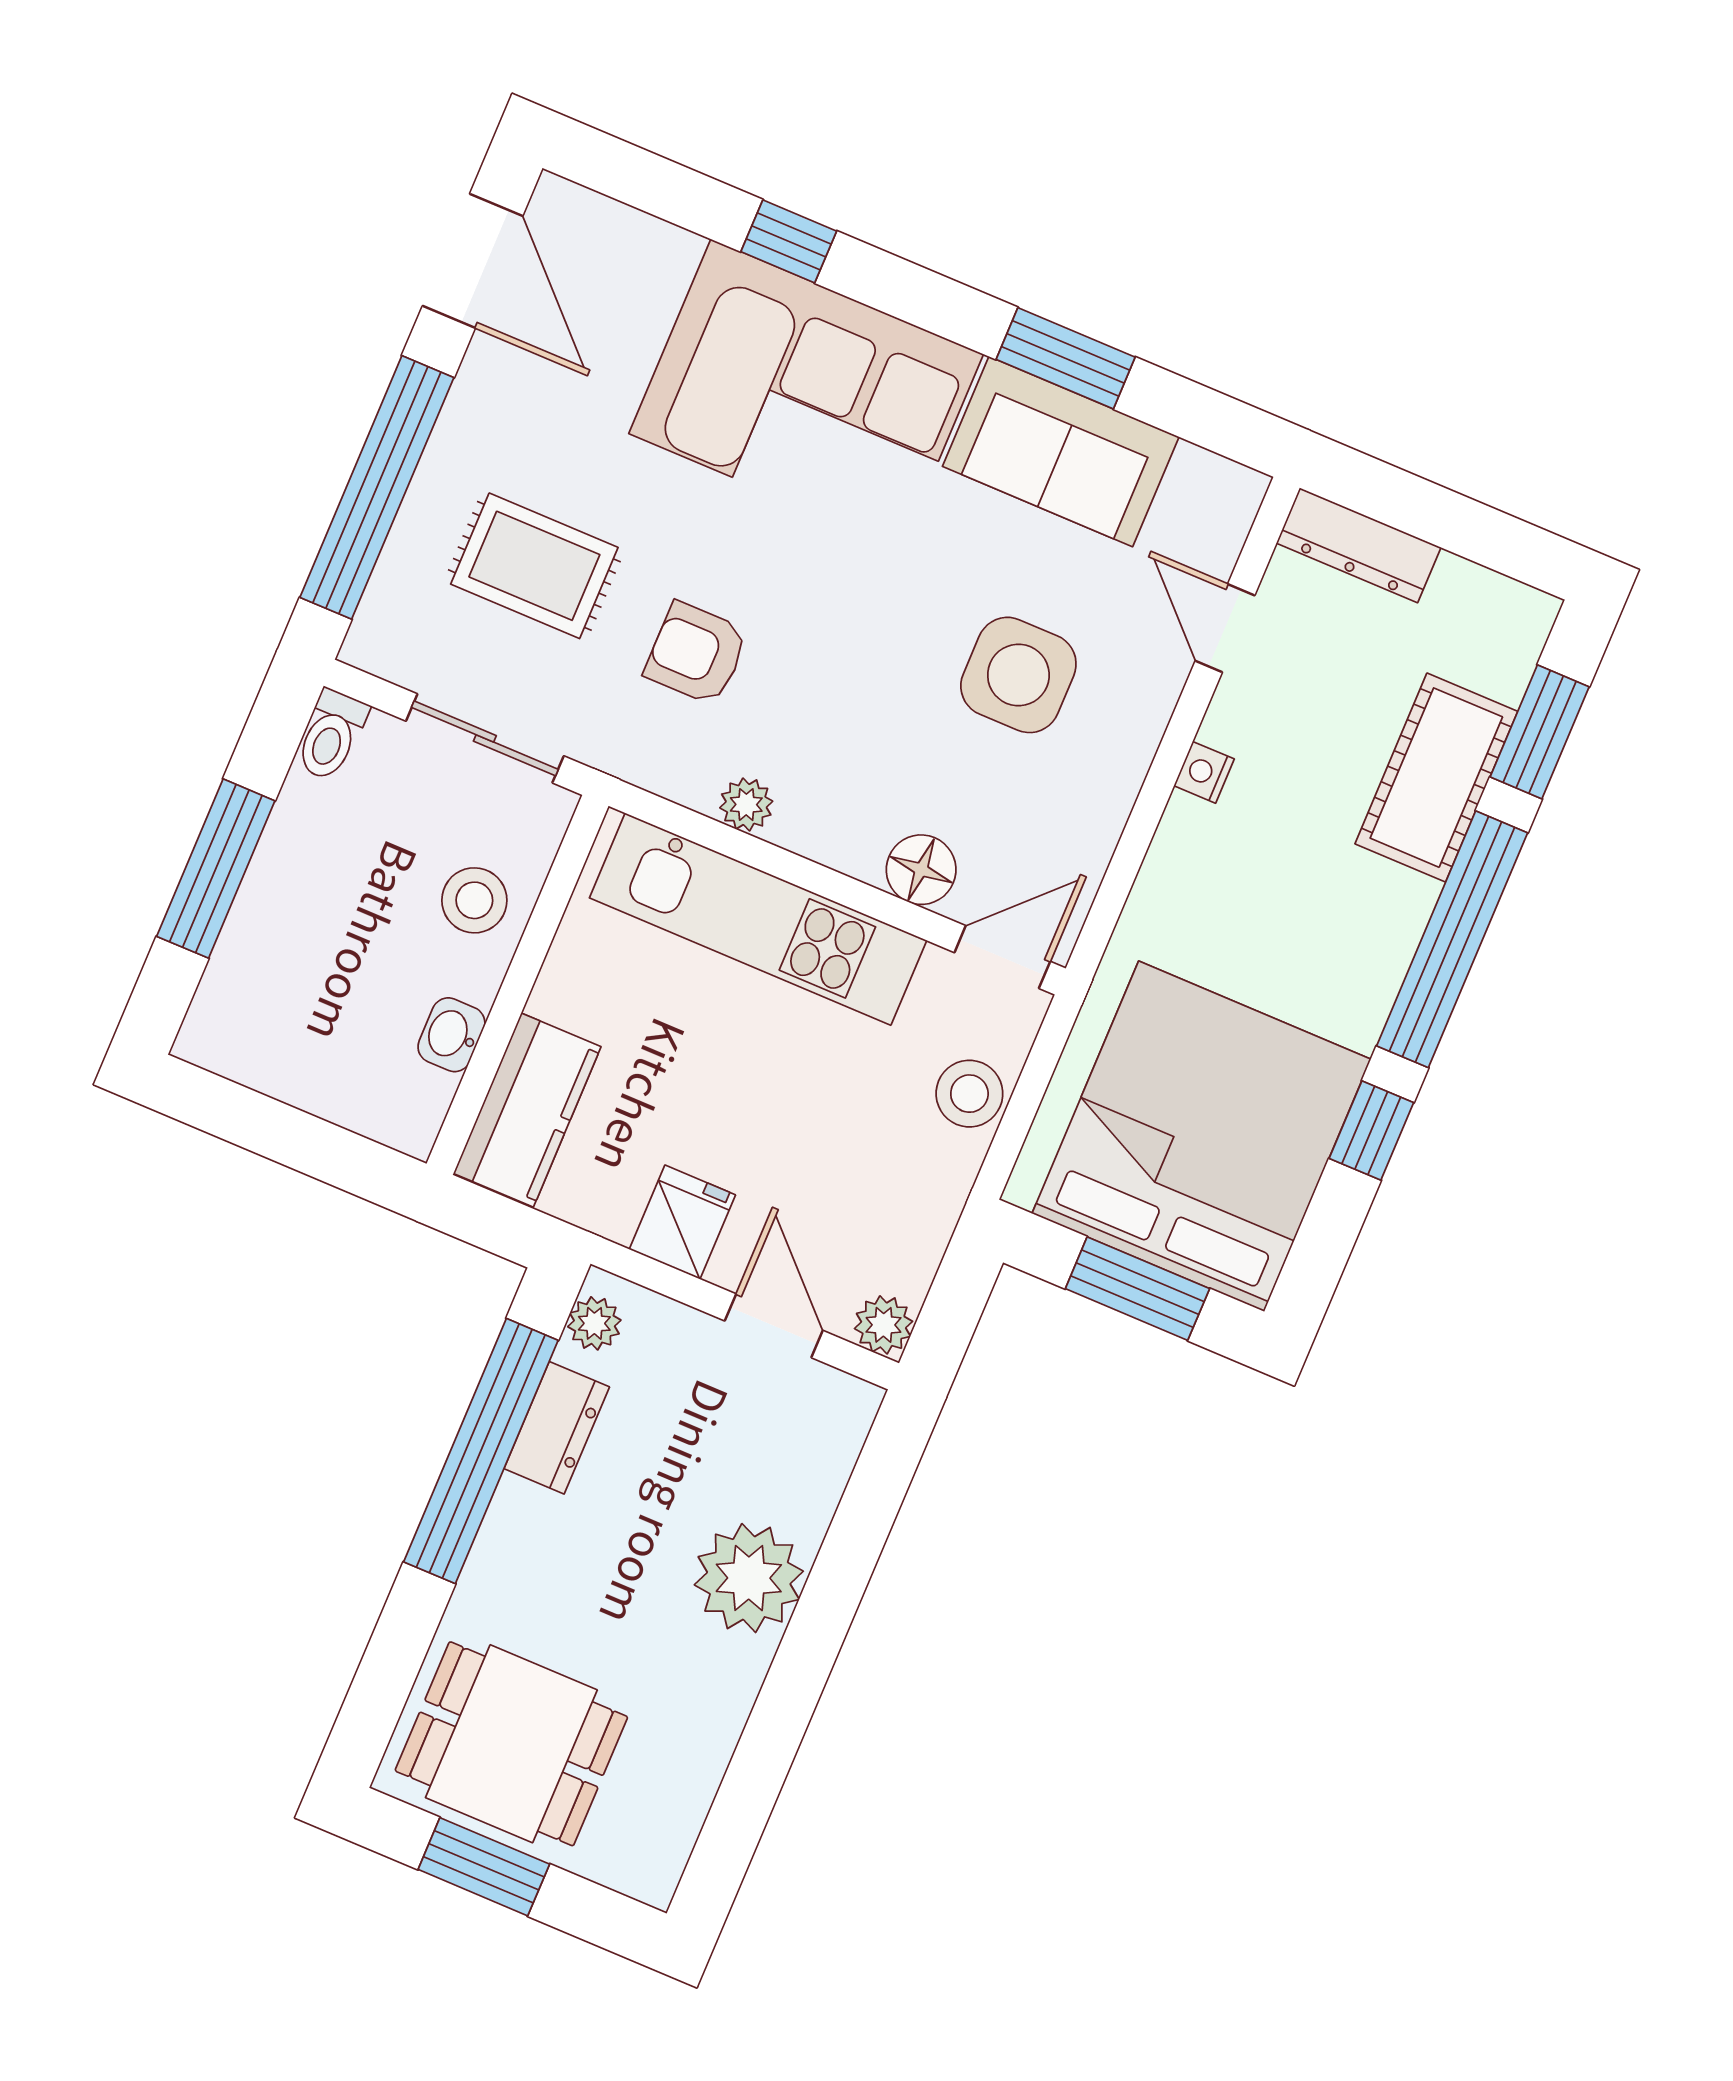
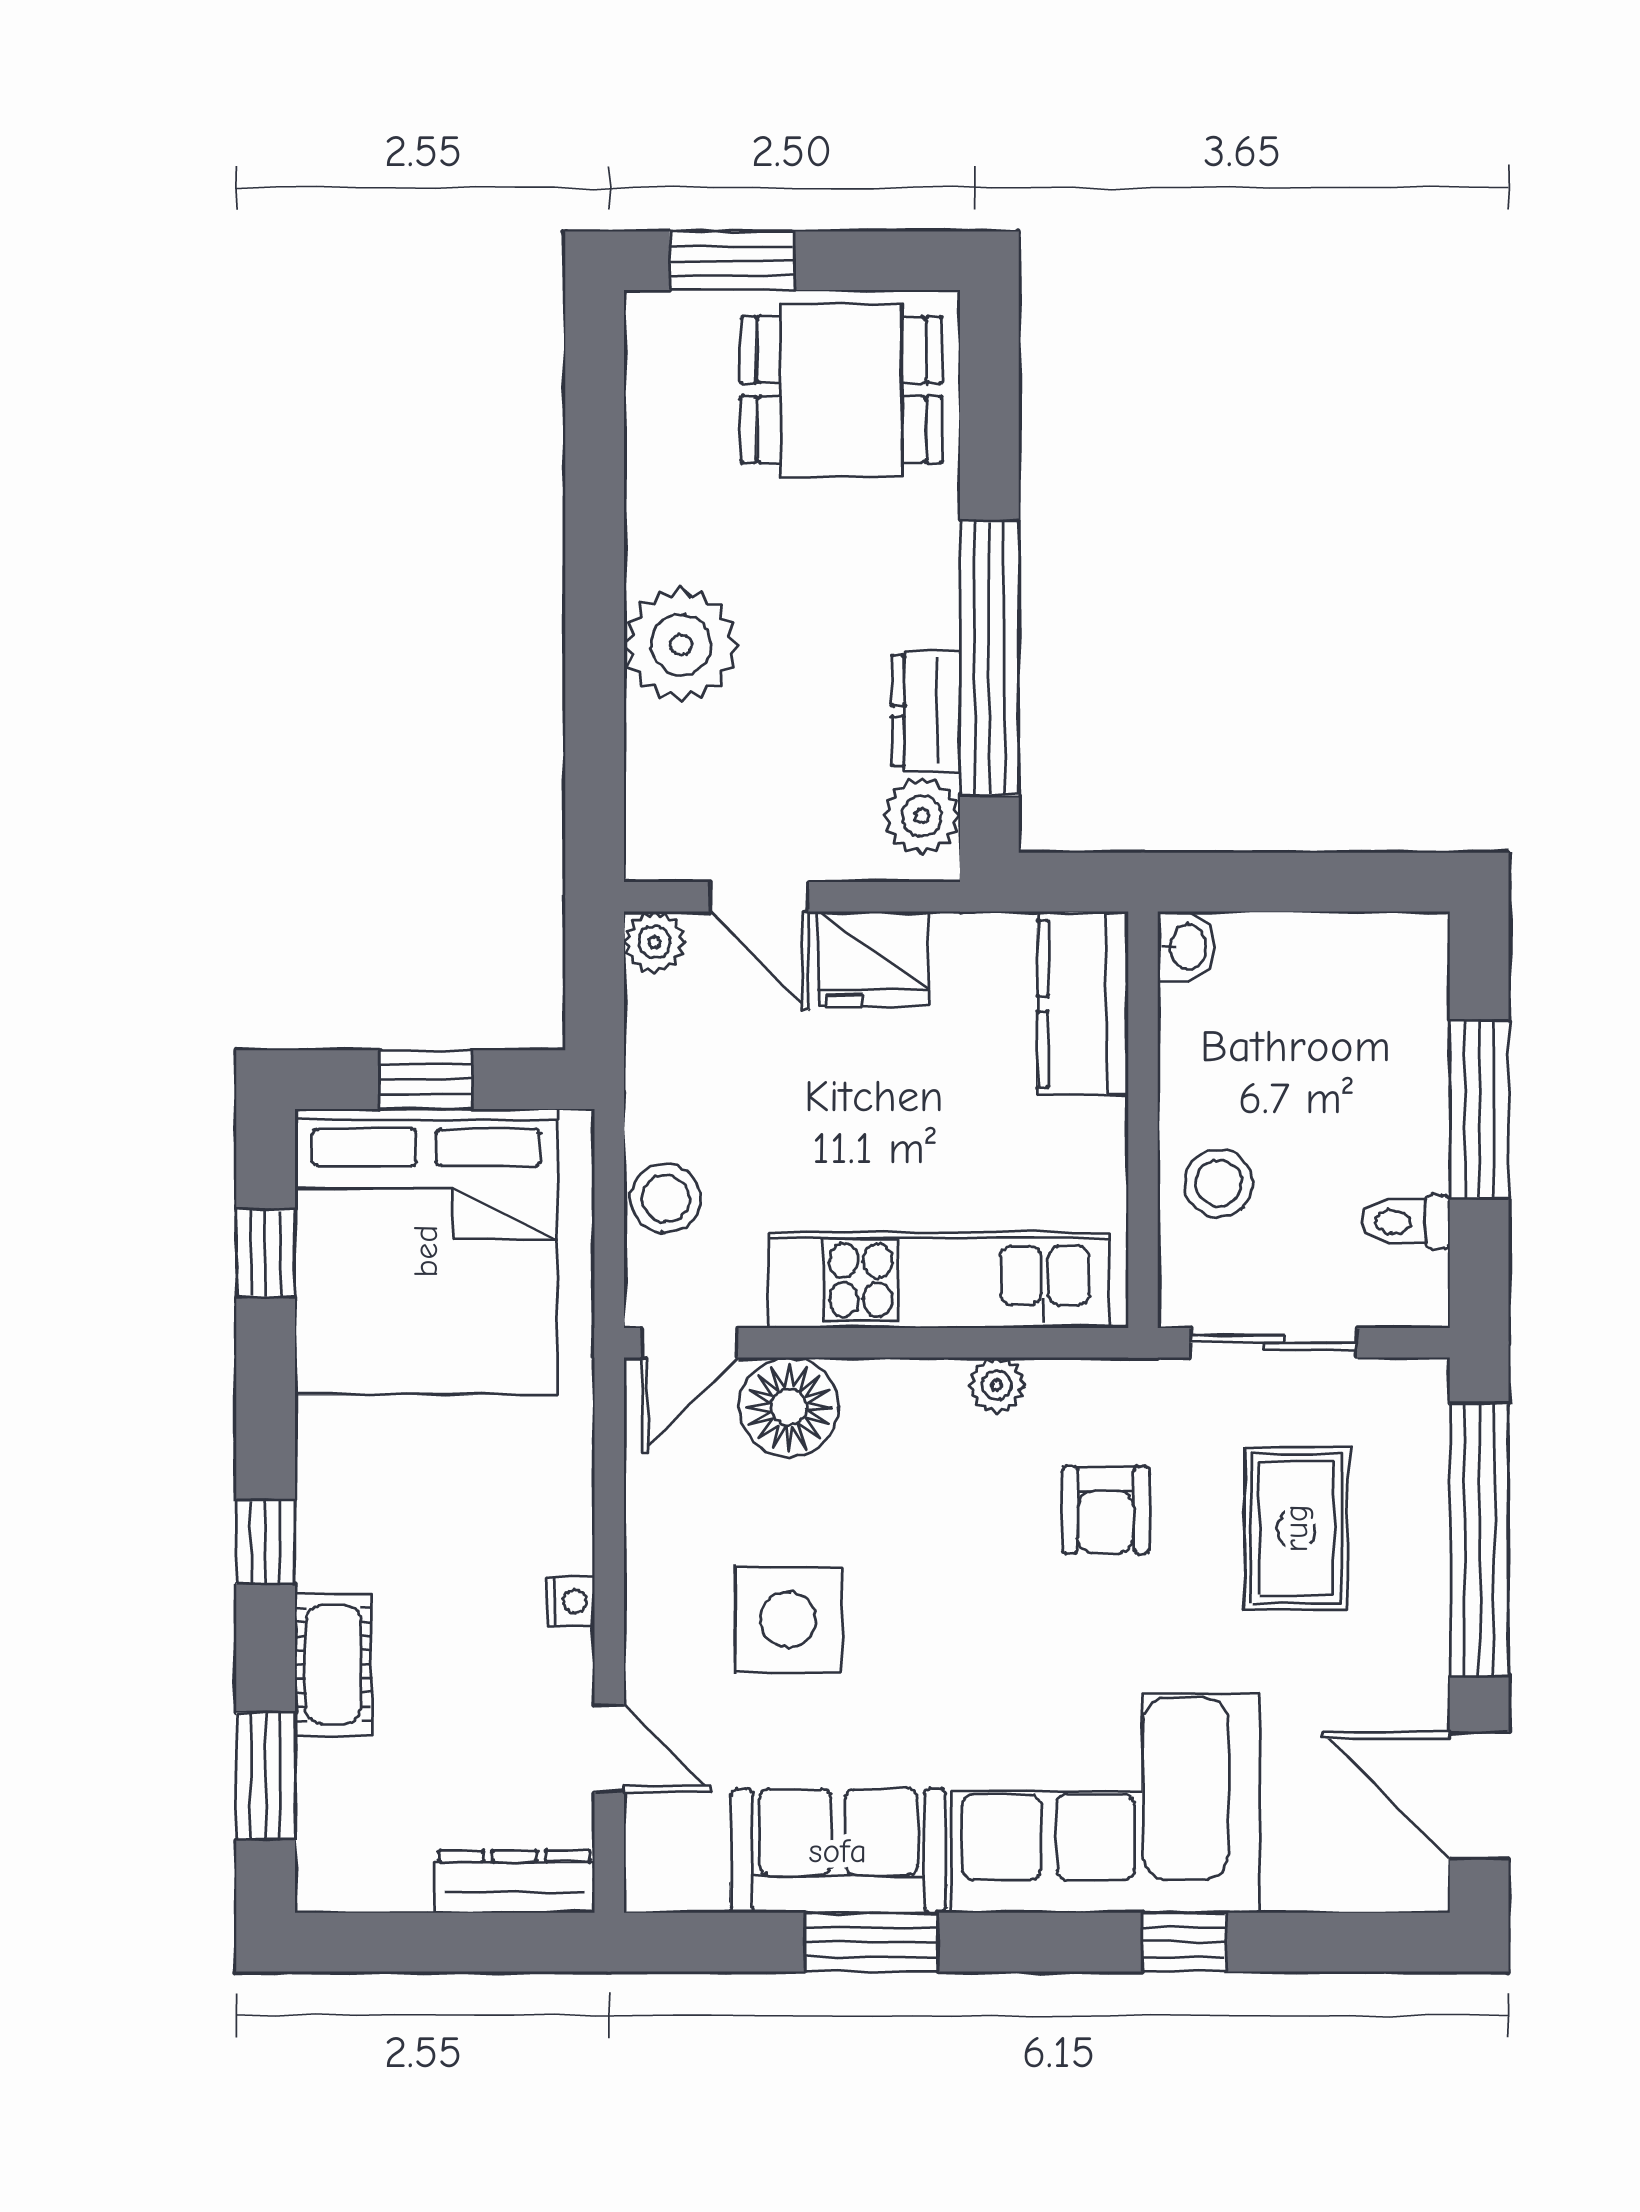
rug: (534, 566) -> (1296, 1528), turned 90
armchair: (696, 653) -> (1106, 1510), turned 90
toilet: (331, 735) -> (1406, 1222), moved, turned -90
cot: (1436, 778) -> (333, 1664), width x0.73, depth x0.75
floor lamp: (921, 870) -> (789, 1407), width x1.38, depth x1.38
window: (1452, 939) -> (266, 1542), width x0.32
washbasin: (451, 1035) -> (1186, 947), moved
window: (1371, 1130) -> (266, 1253), moved
fridge: (682, 1222) -> (873, 959), width x1.38
window: (1137, 1289) -> (426, 1080), width x0.67
plant: (594, 1323) -> (922, 816), width x1.38, depth x1.38
window: (484, 1867) -> (732, 261), moved

